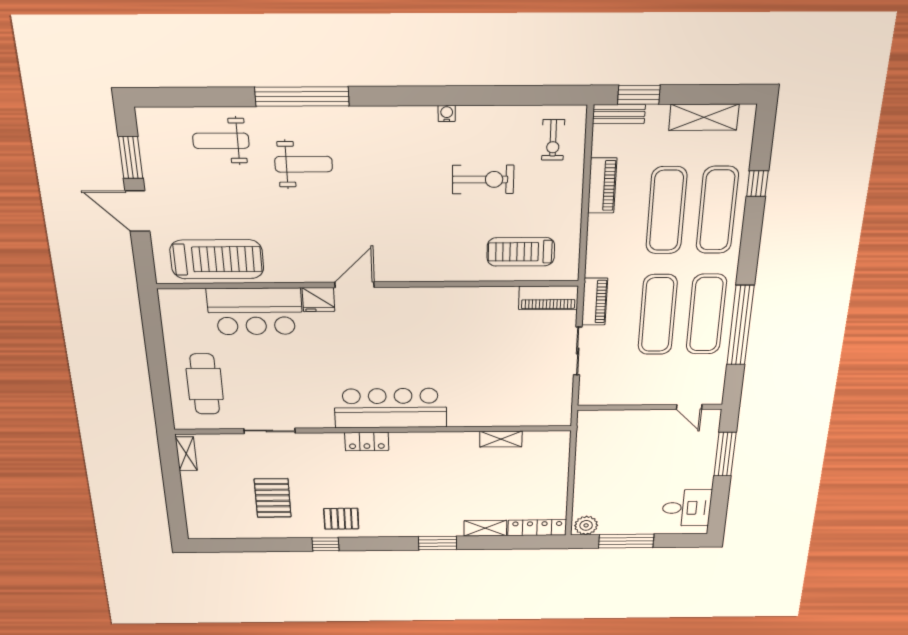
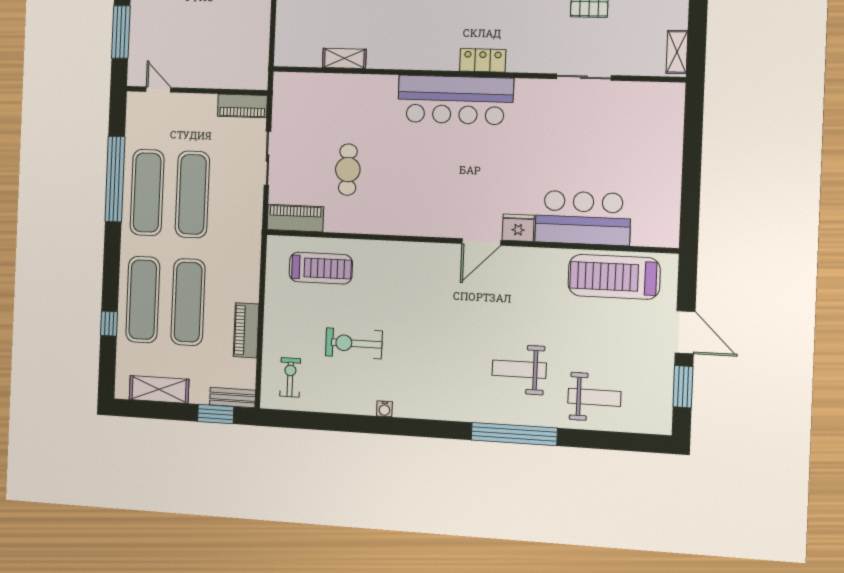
piano: (595, 302) -> (242, 106), moved, turned -90
cafe table: (205, 384) -> (348, 170), moved, width x0.73, depth x0.74

